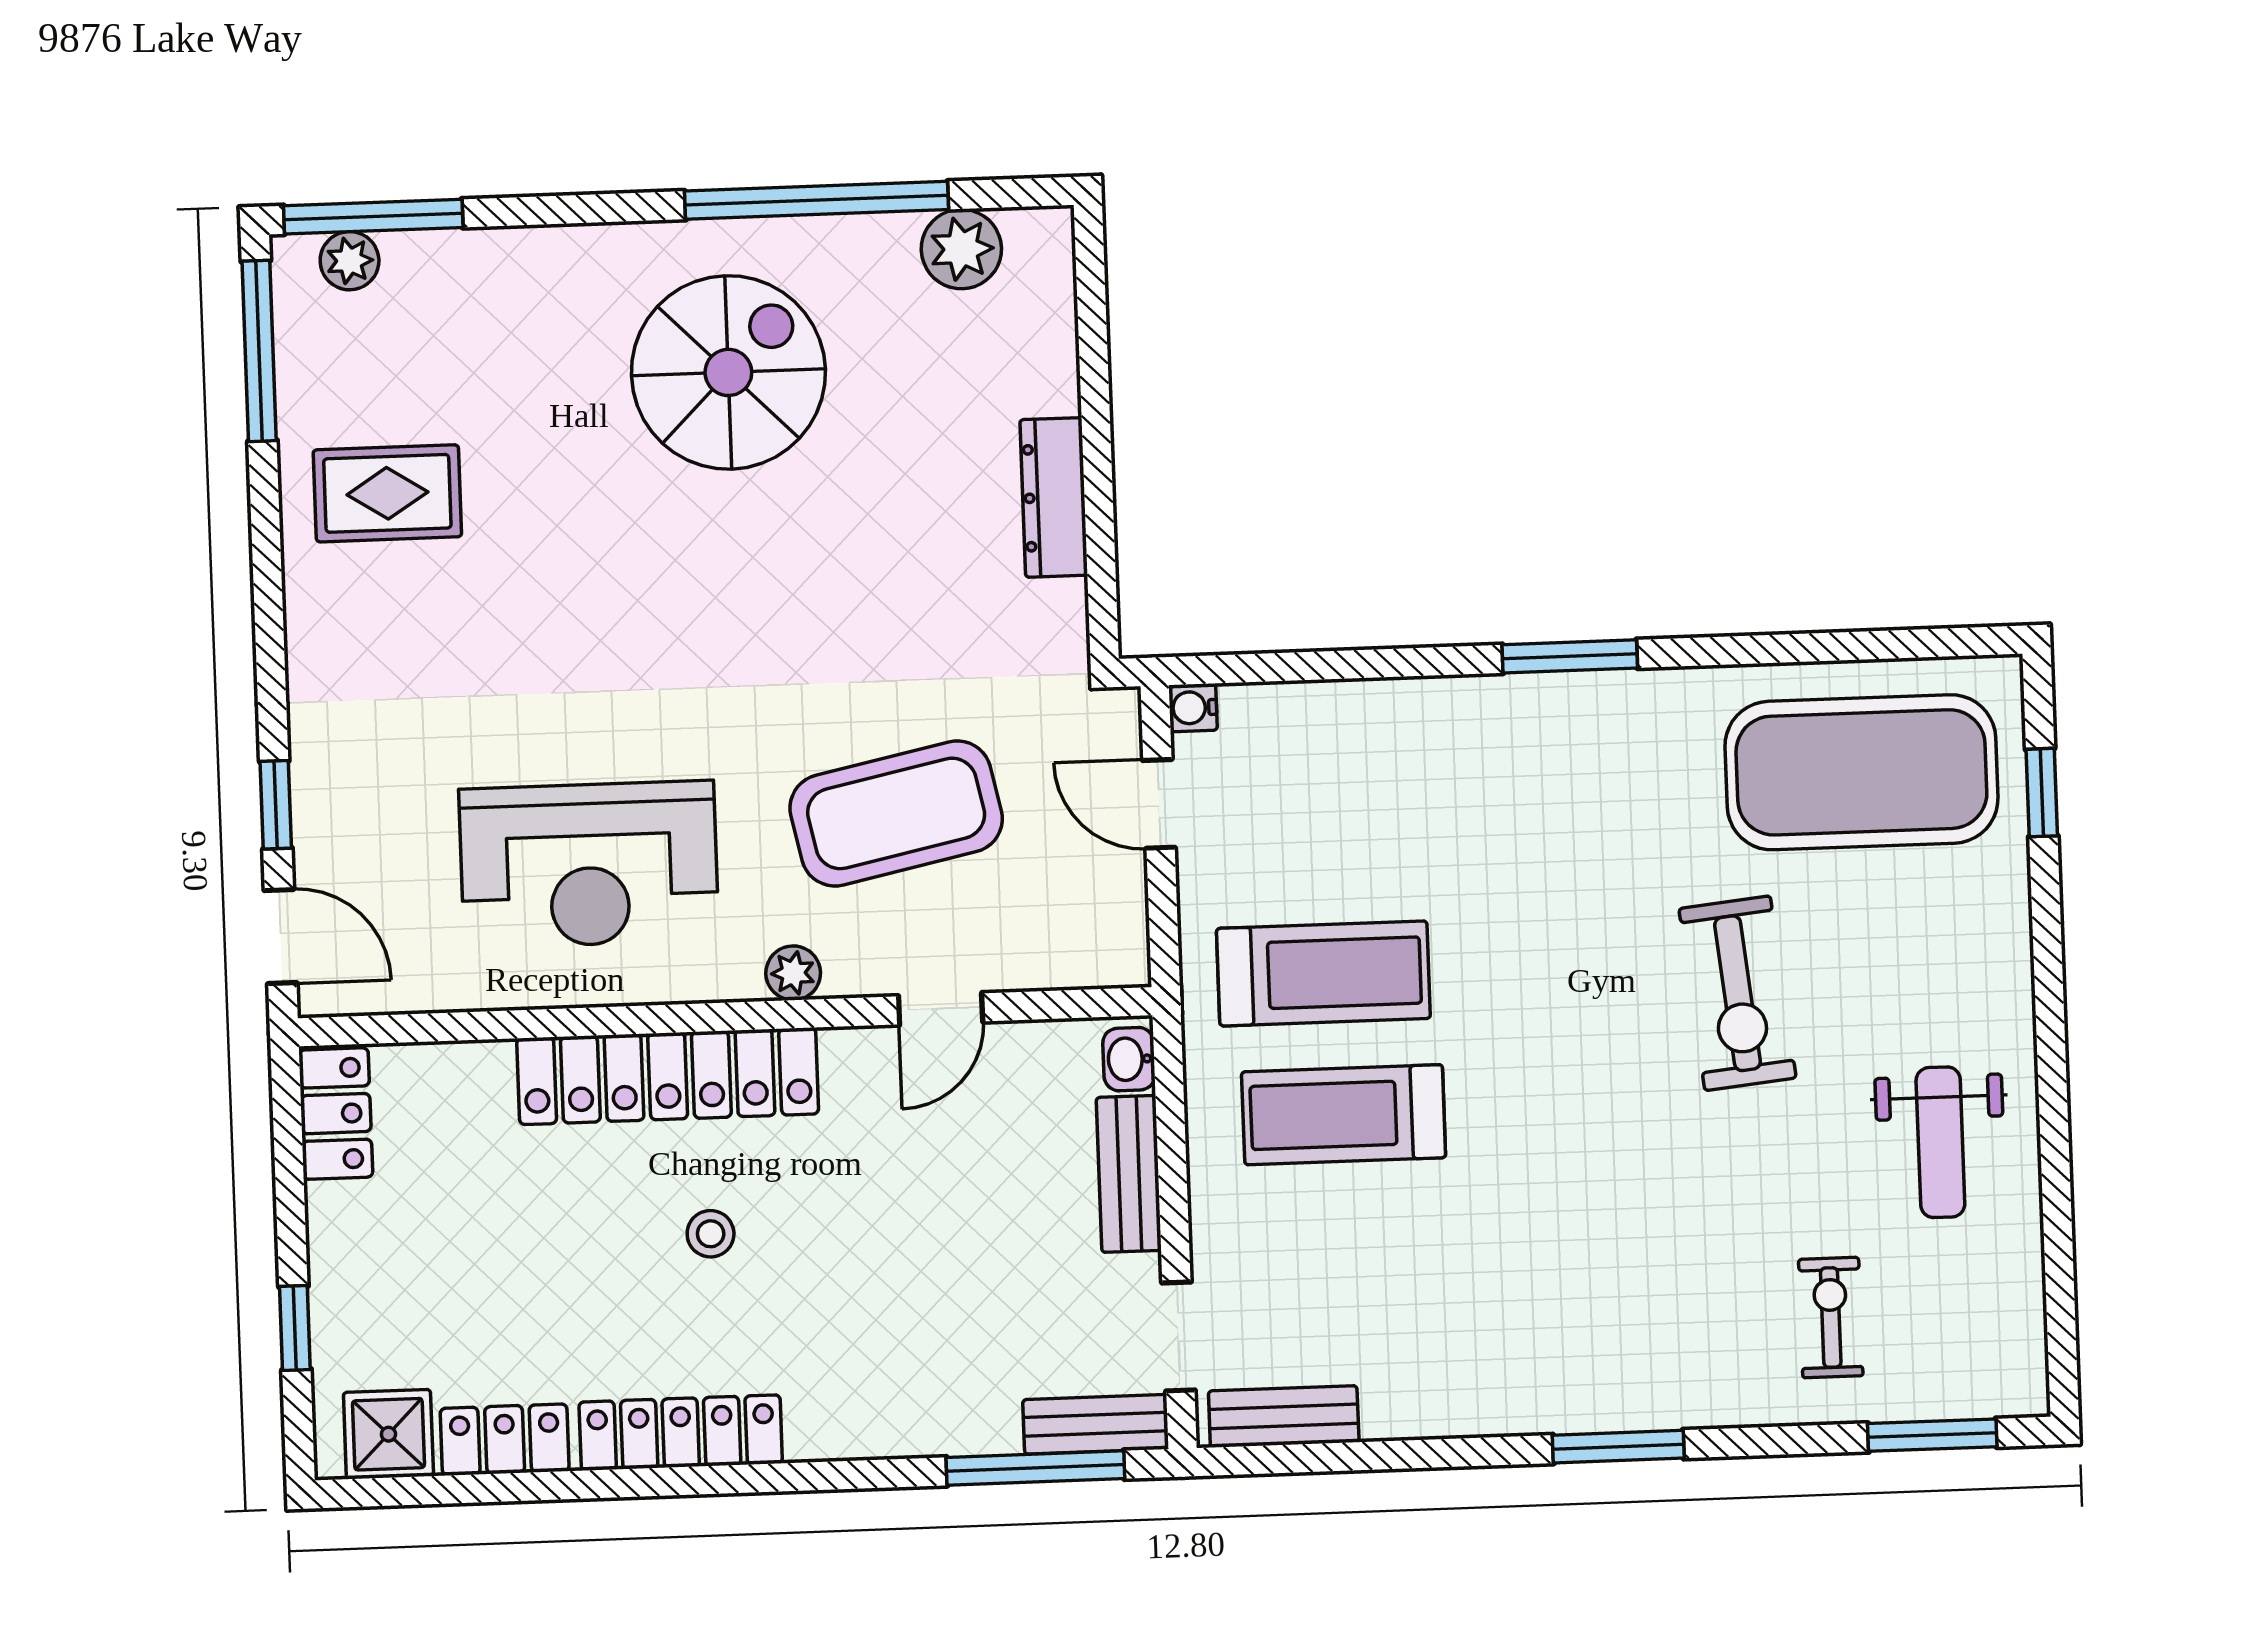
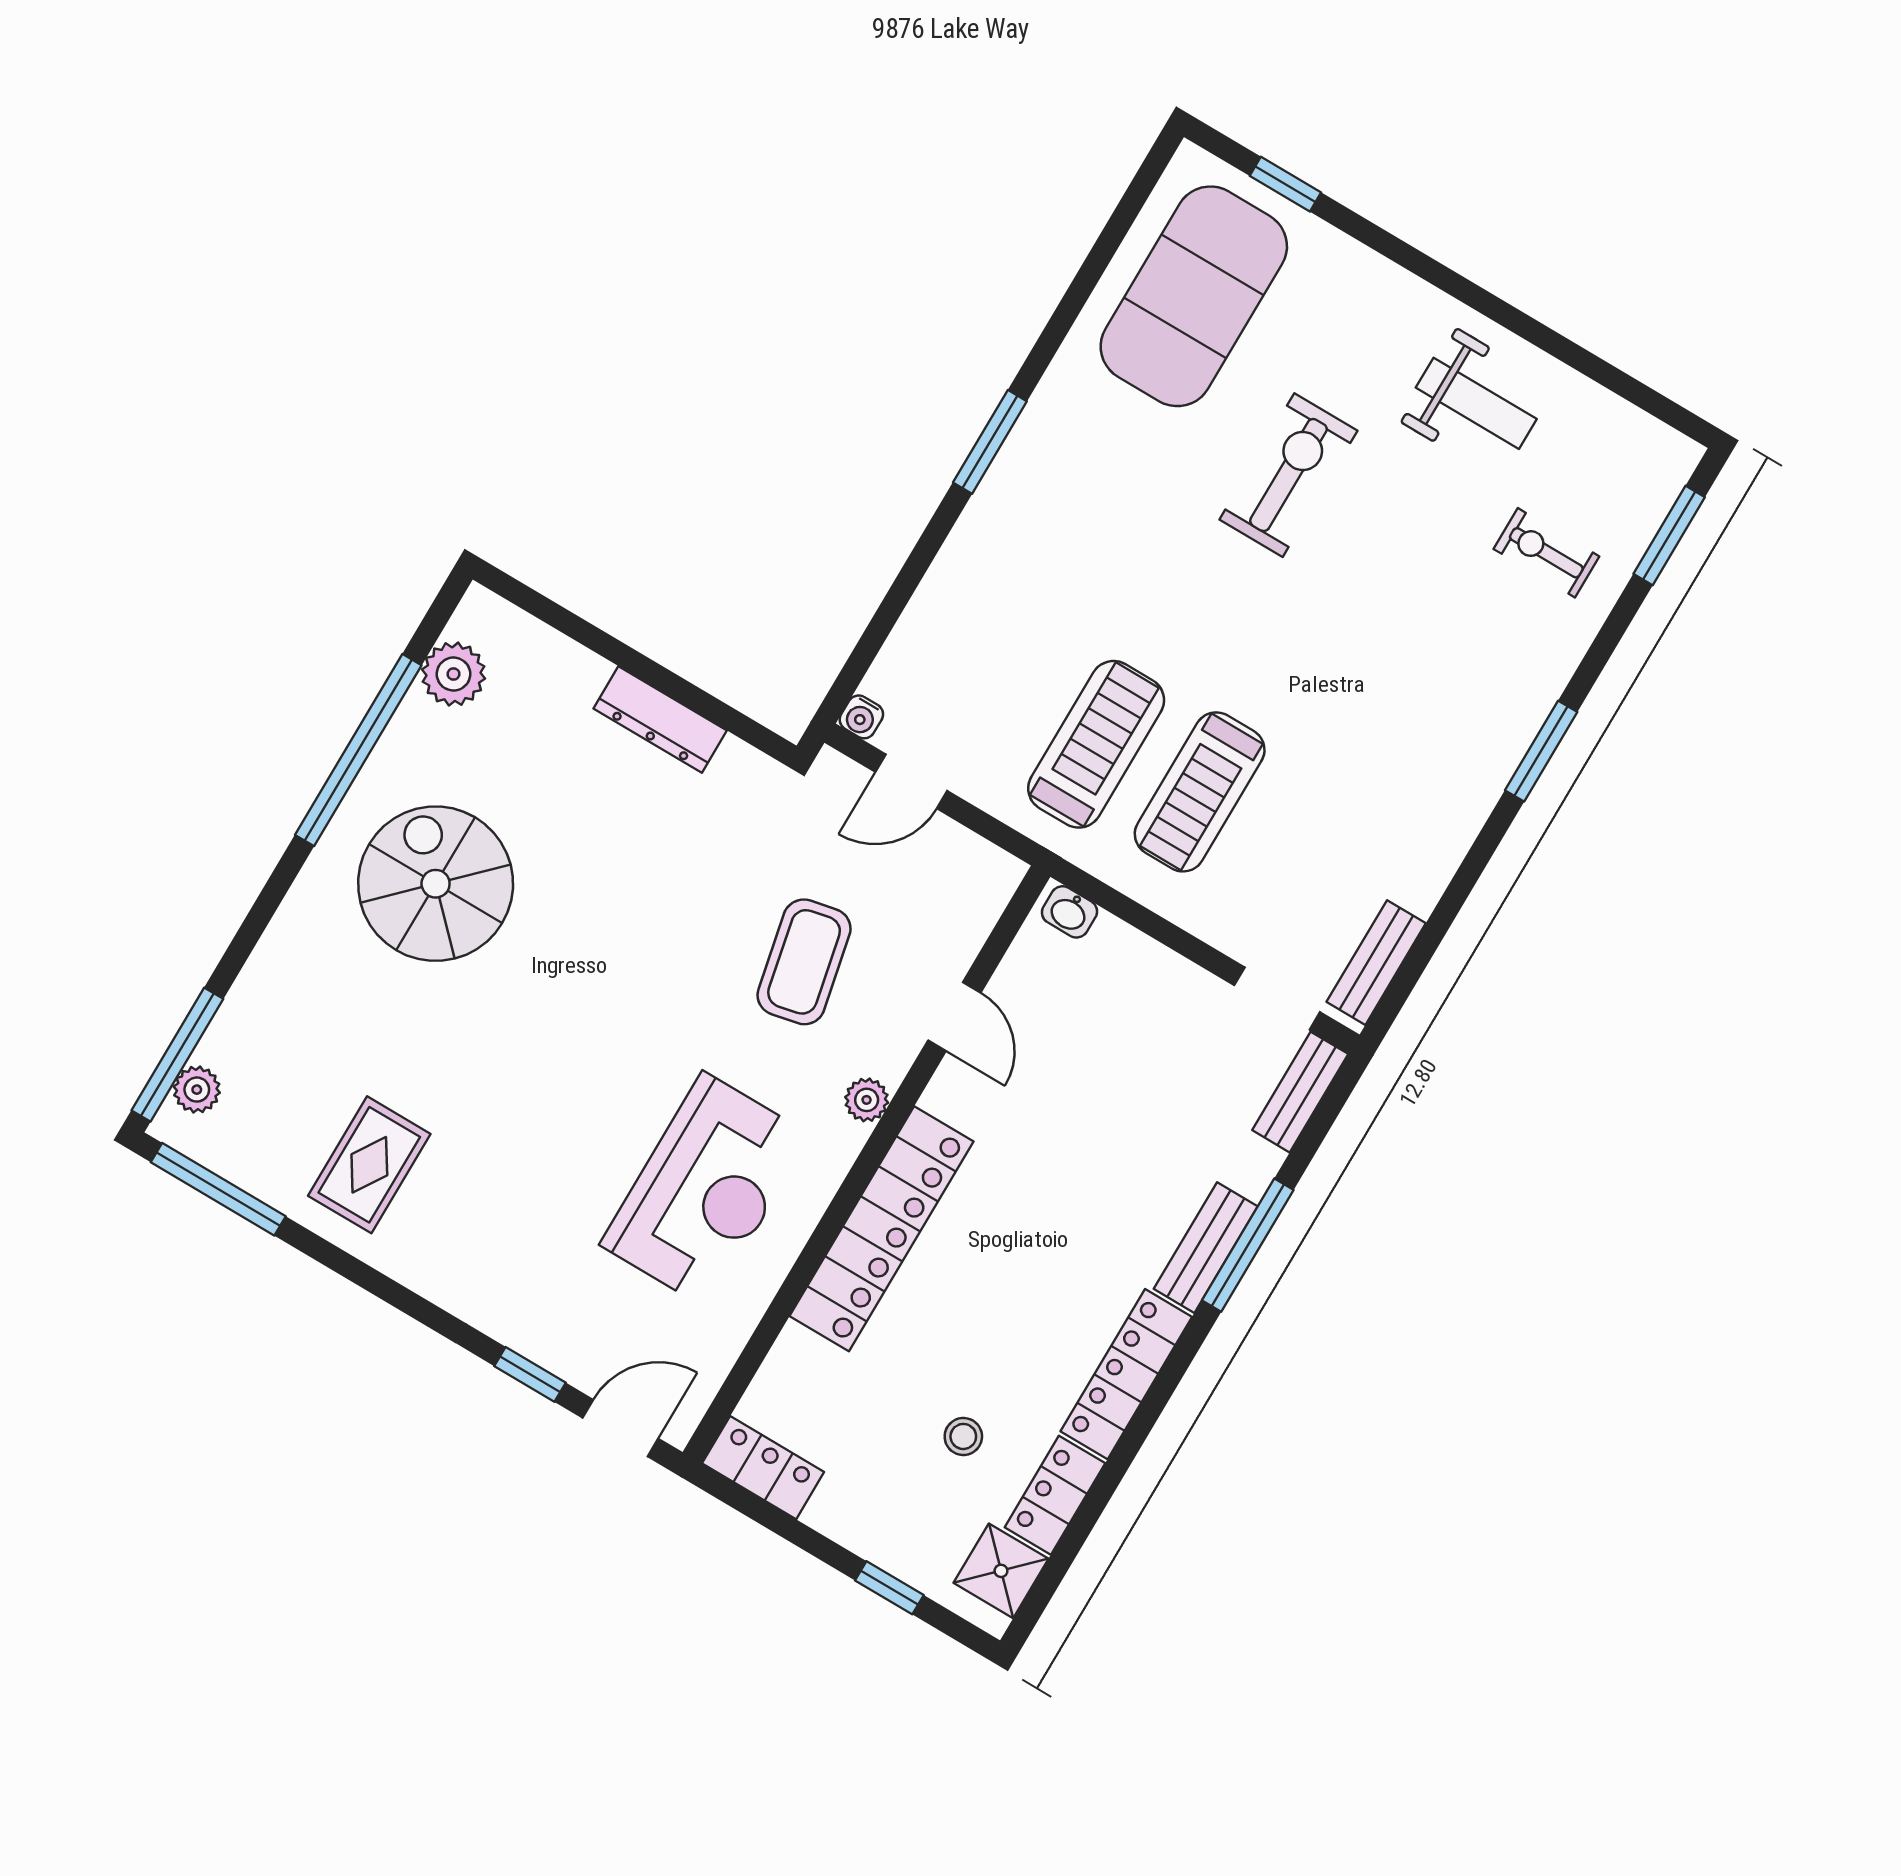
coffee table: (896, 813) -> (804, 962), width x0.73, depth x0.76
exercise bike: (1738, 993) -> (1288, 475), turned -84
bench: (1129, 1174) -> (1206, 1248), moved, turned 90
stool: (711, 1234) -> (963, 1436), moved
window: (1035, 1468) -> (1248, 1245), moved

